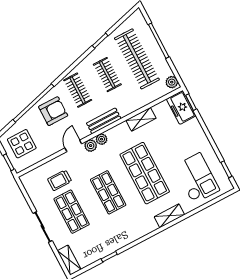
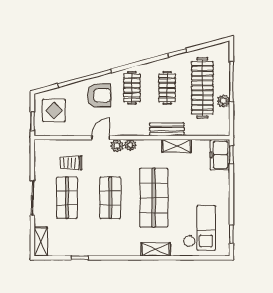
plant: (172, 82) -> (223, 101), moved
bench: (104, 121) -> (167, 129), moved

